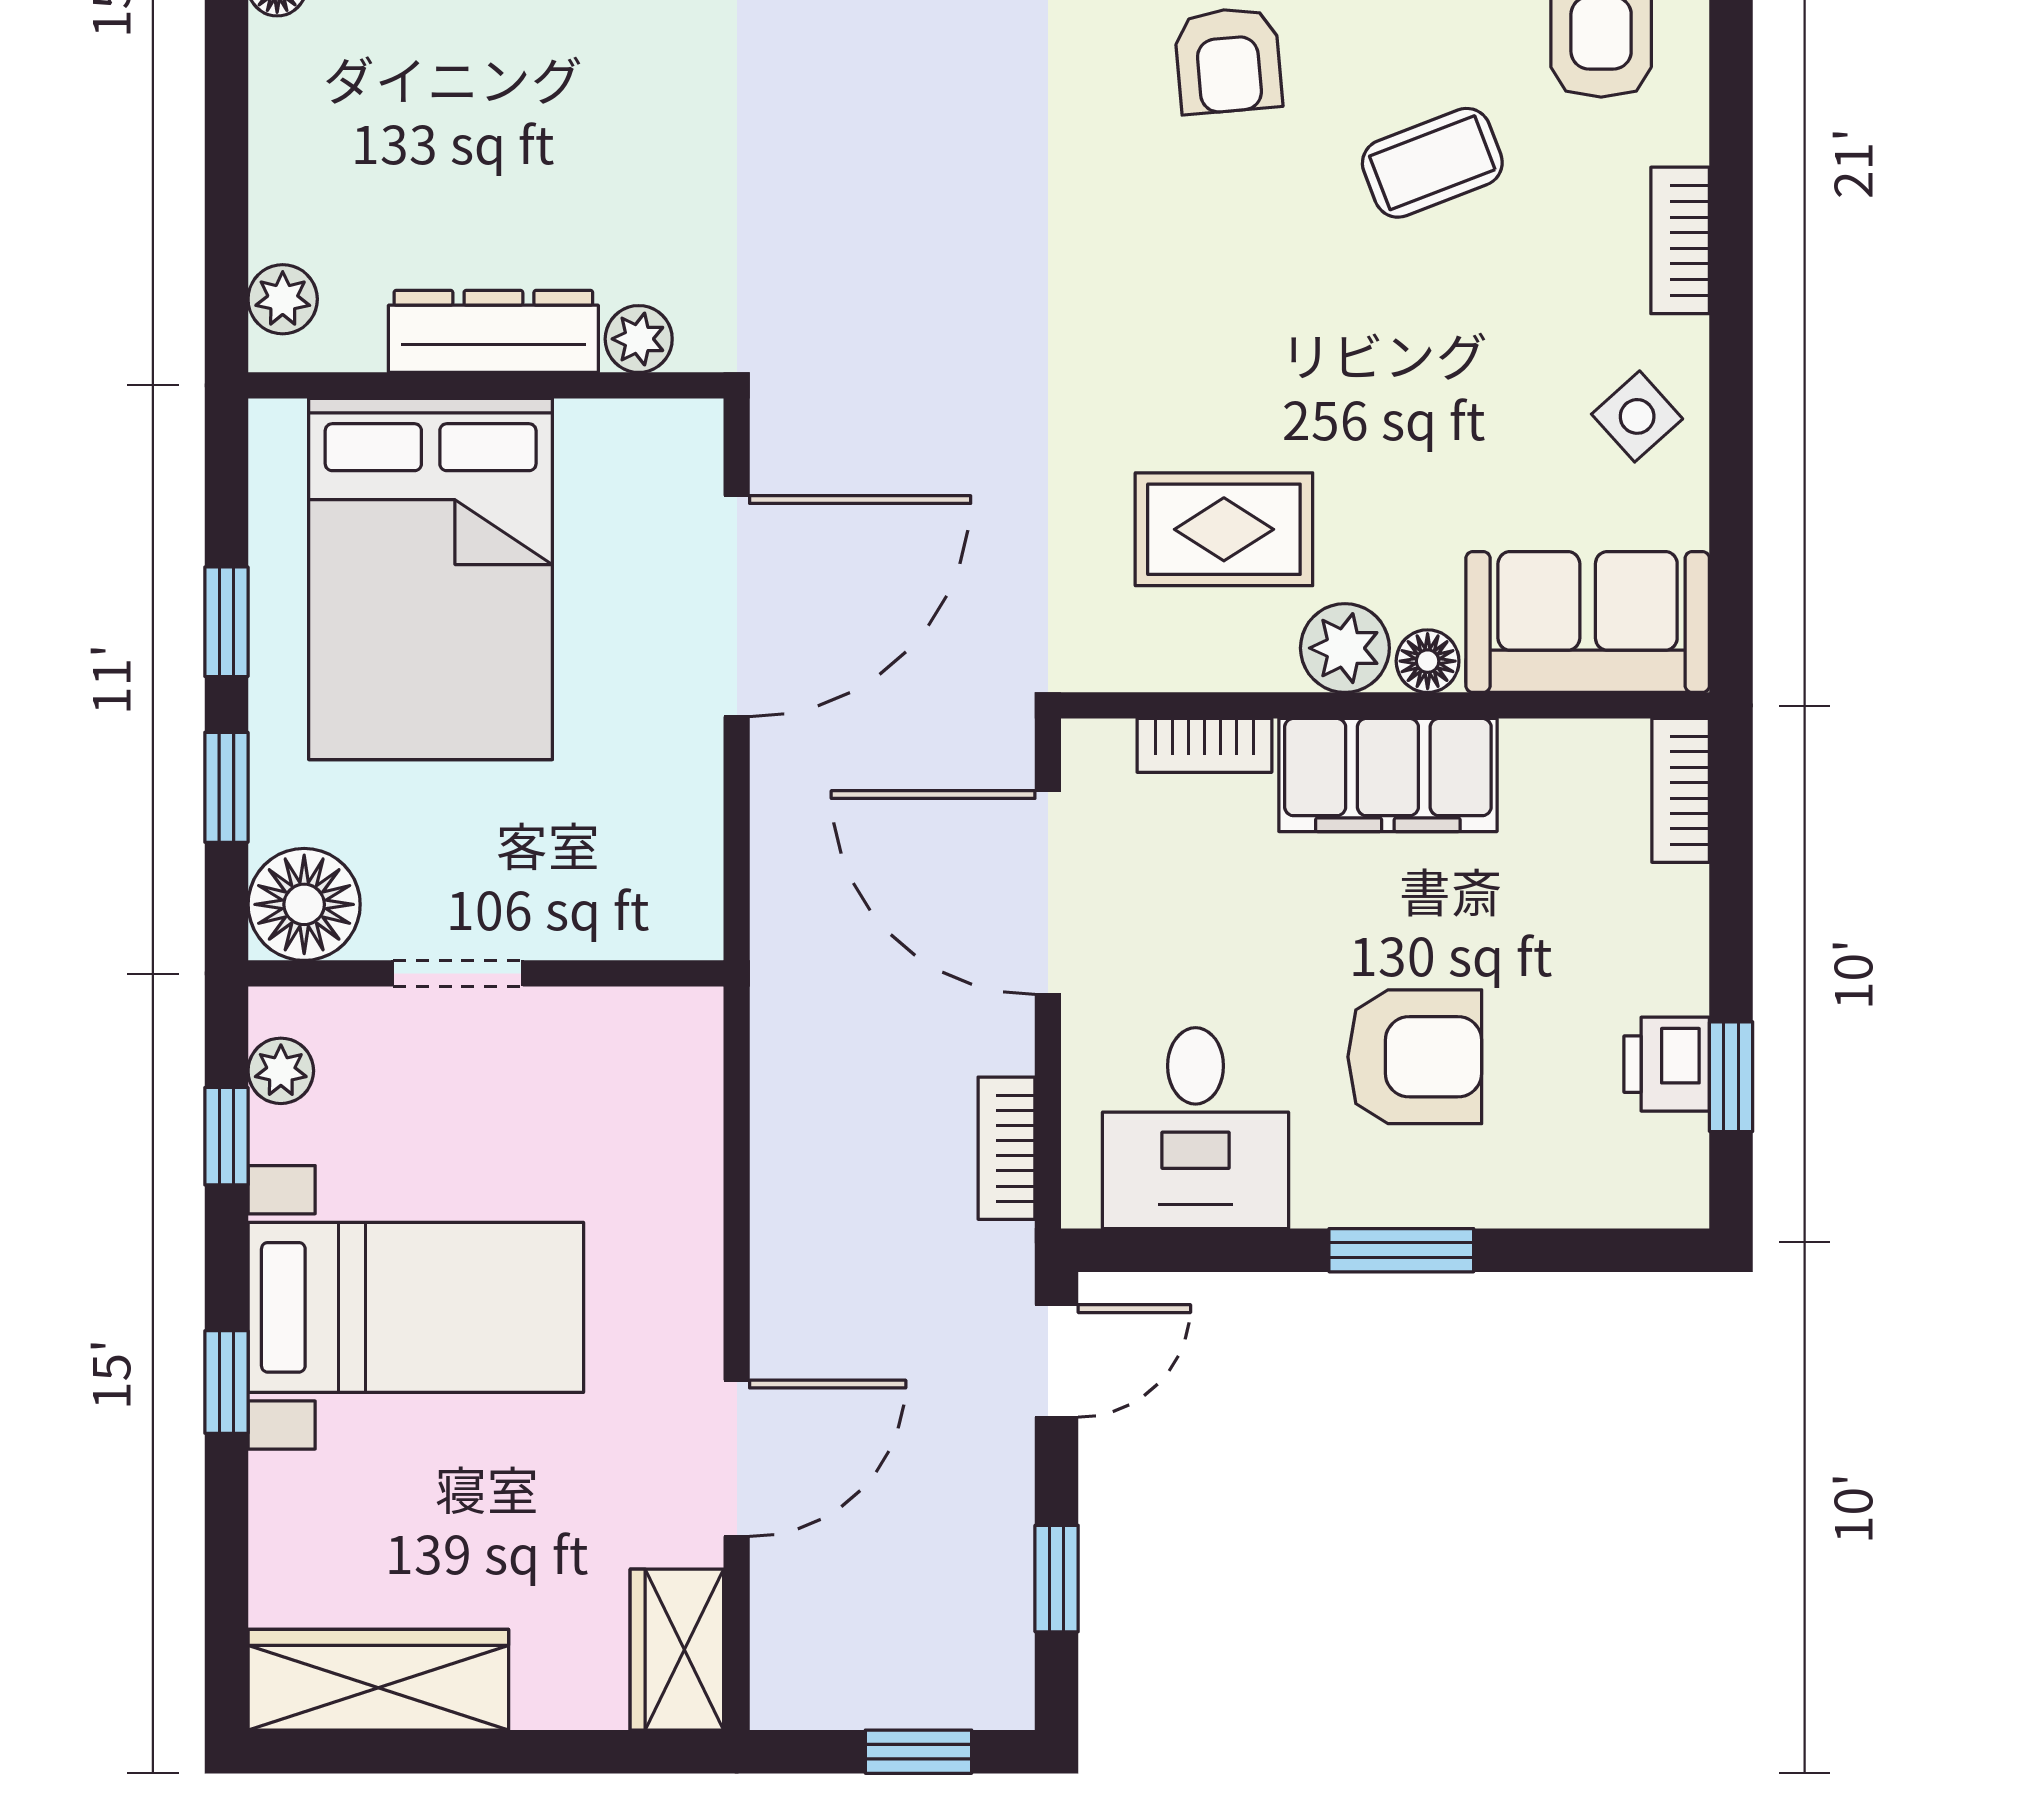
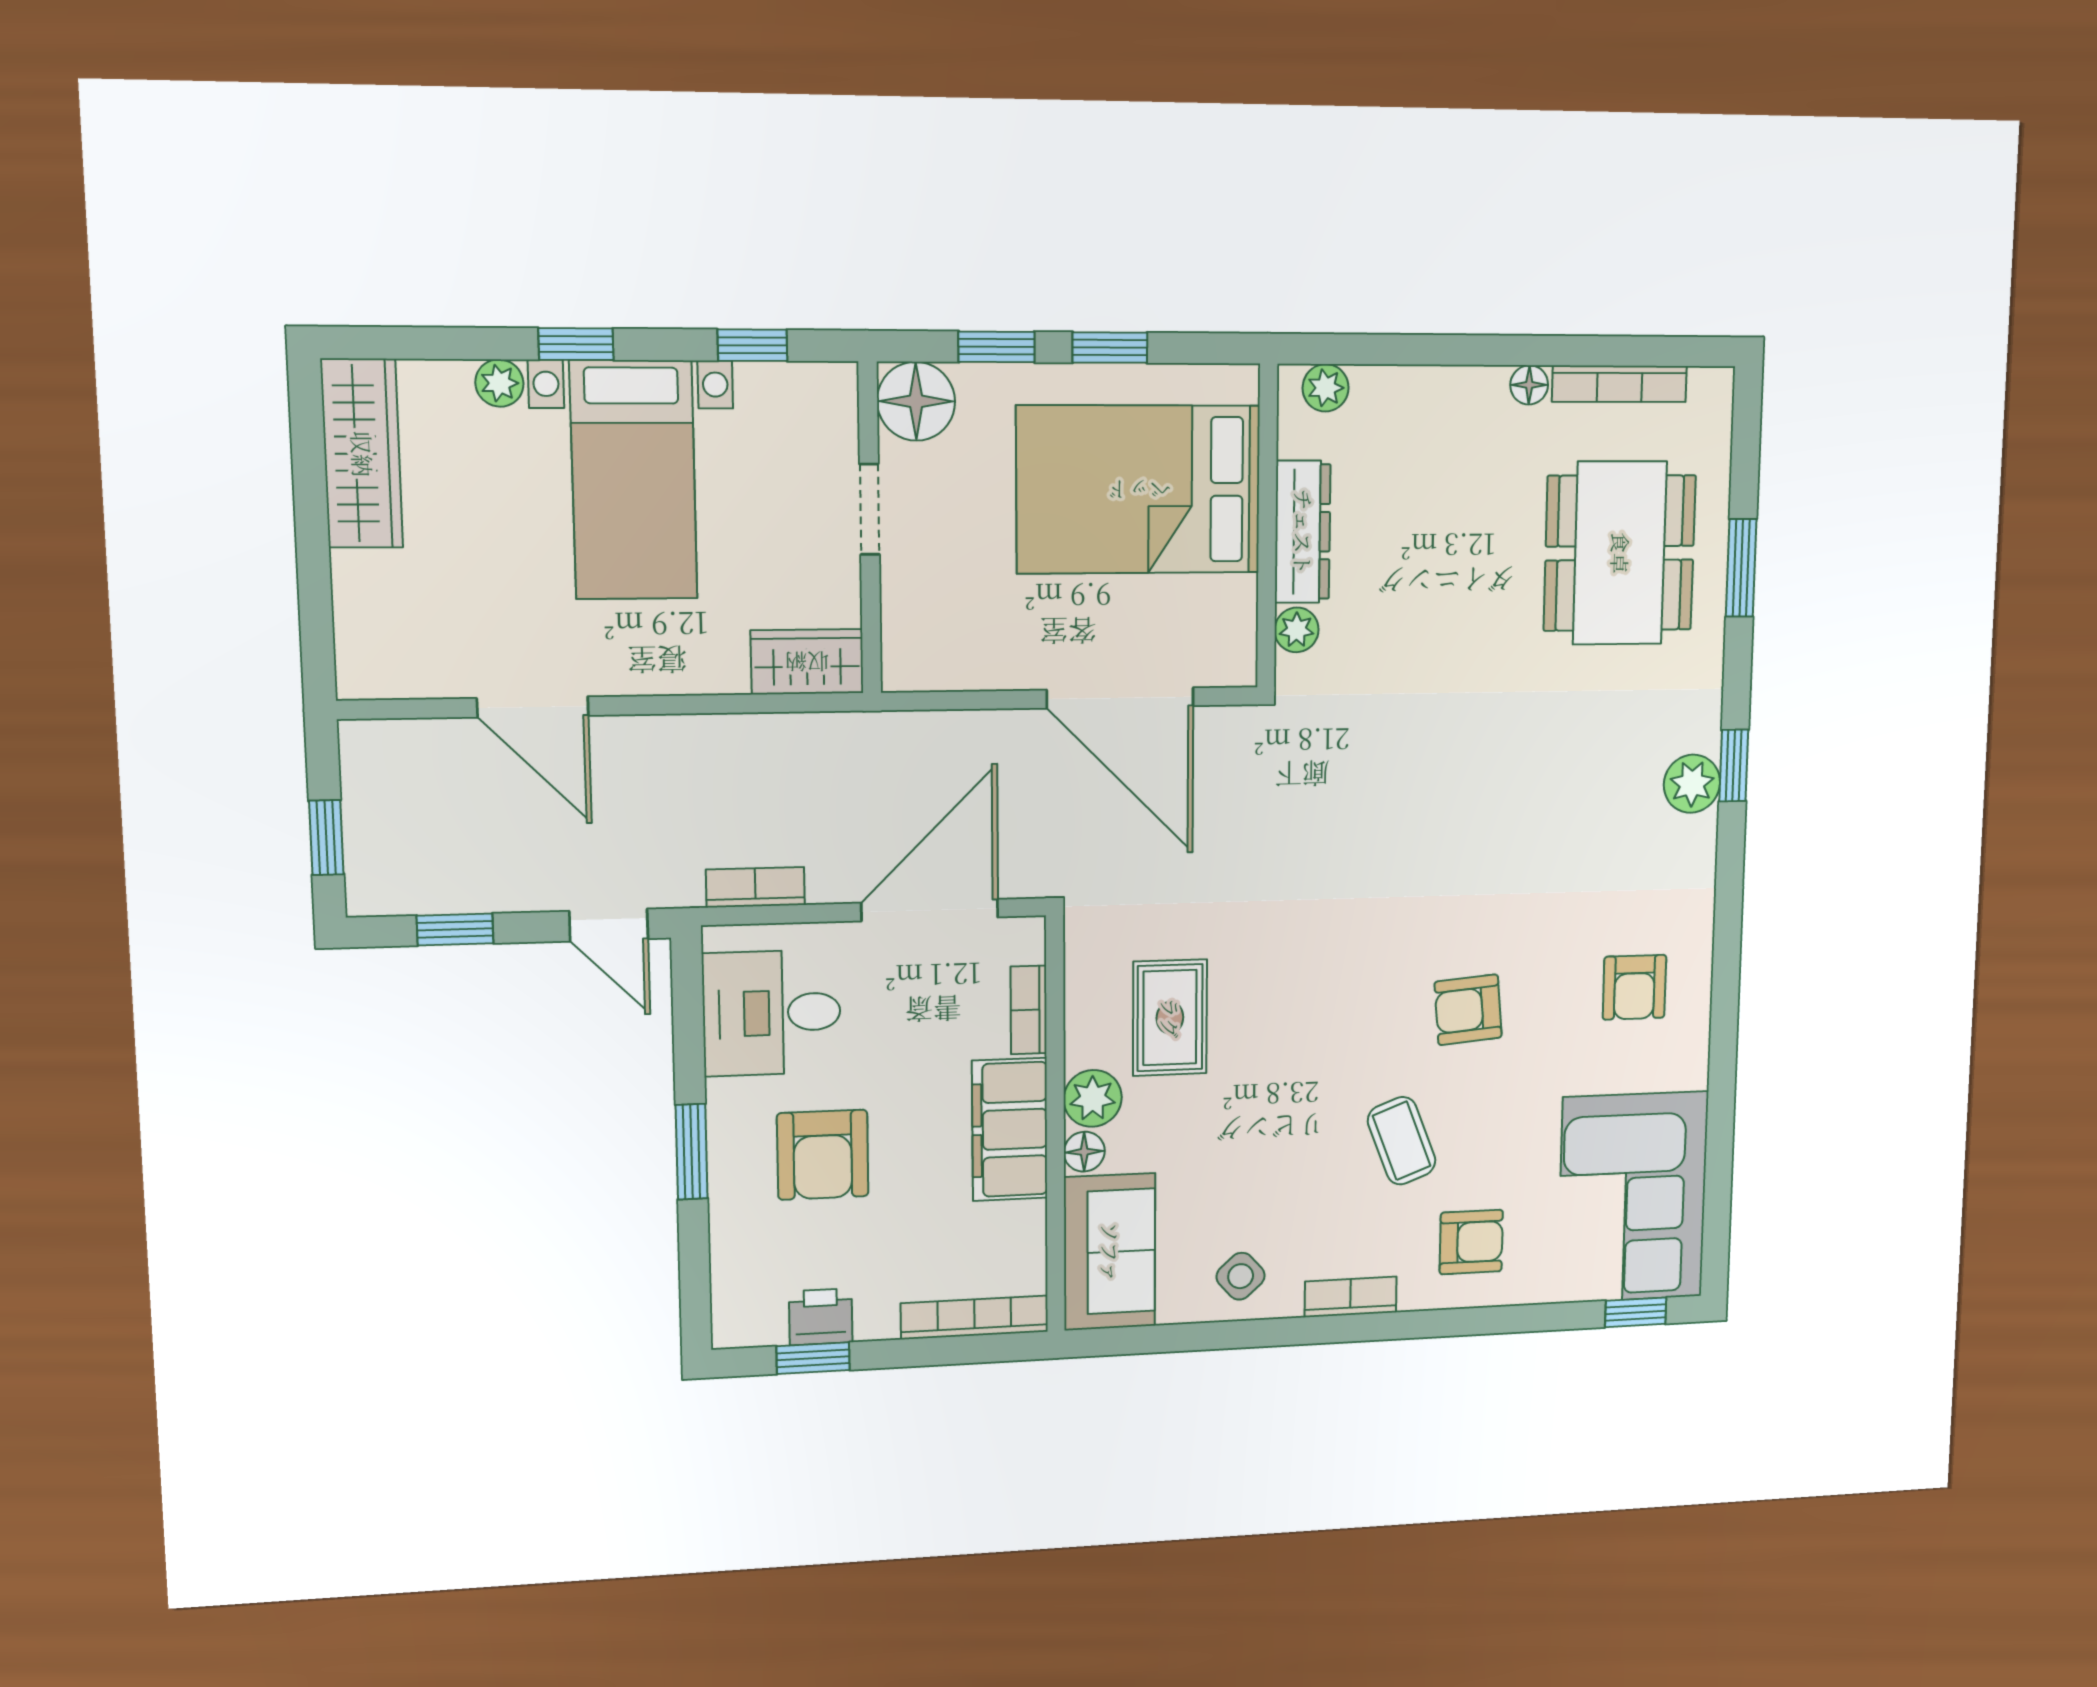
bookcase: (1681, 790) -> (974, 1317), width x1.56
plant: (281, 1071) -> (499, 383), moved
wardrobe: (677, 1650) -> (807, 662), moved

